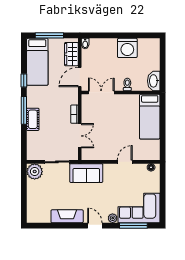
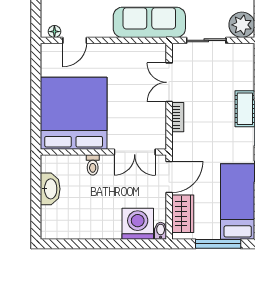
washing machine: (127, 48) -> (138, 224), moved
washbasin: (154, 81) -> (50, 189), moved
bed: (150, 117) -> (74, 113), width x2.04
door: (125, 162) -> (75, 40), moved
sofa: (86, 173) -> (149, 22), width x1.36

